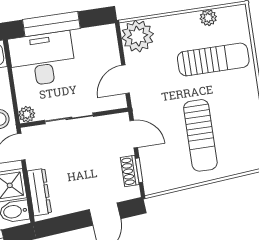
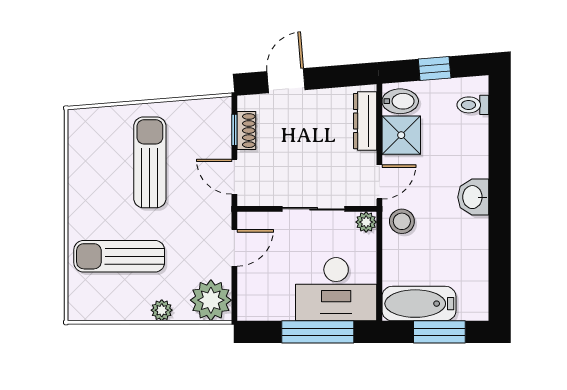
plant: (208, 18) -> (162, 310), moved

